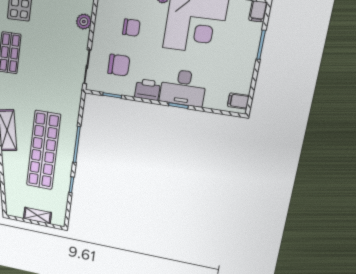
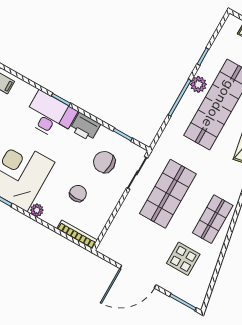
plant: (84, 22) -> (198, 84), moved
chair: (131, 28) -> (78, 194), turned 90
shop shelf: (54, 59) -> (168, 194), added

